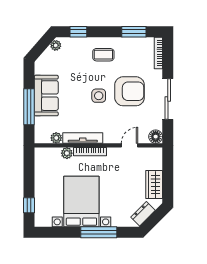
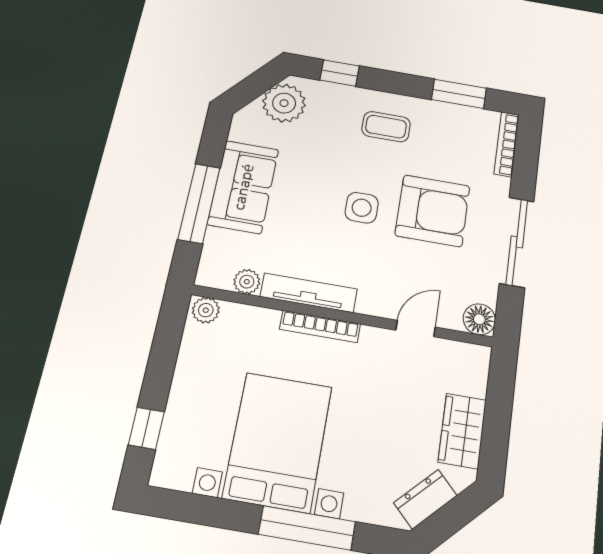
plant: (56, 45) -> (284, 103), width x1.87, depth x1.87
plant: (67, 153) -> (206, 310), moved

